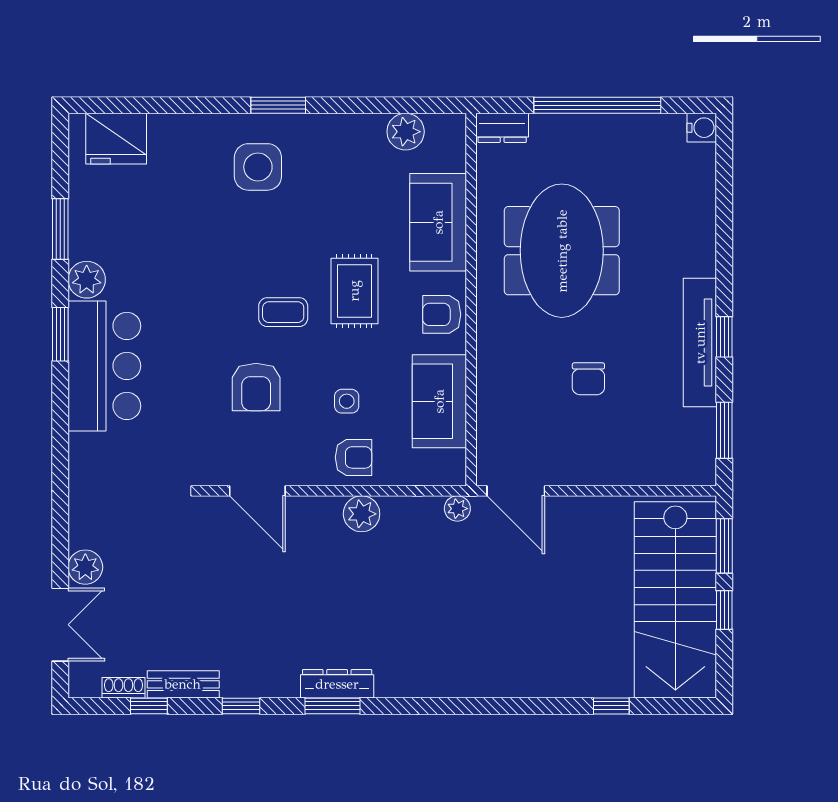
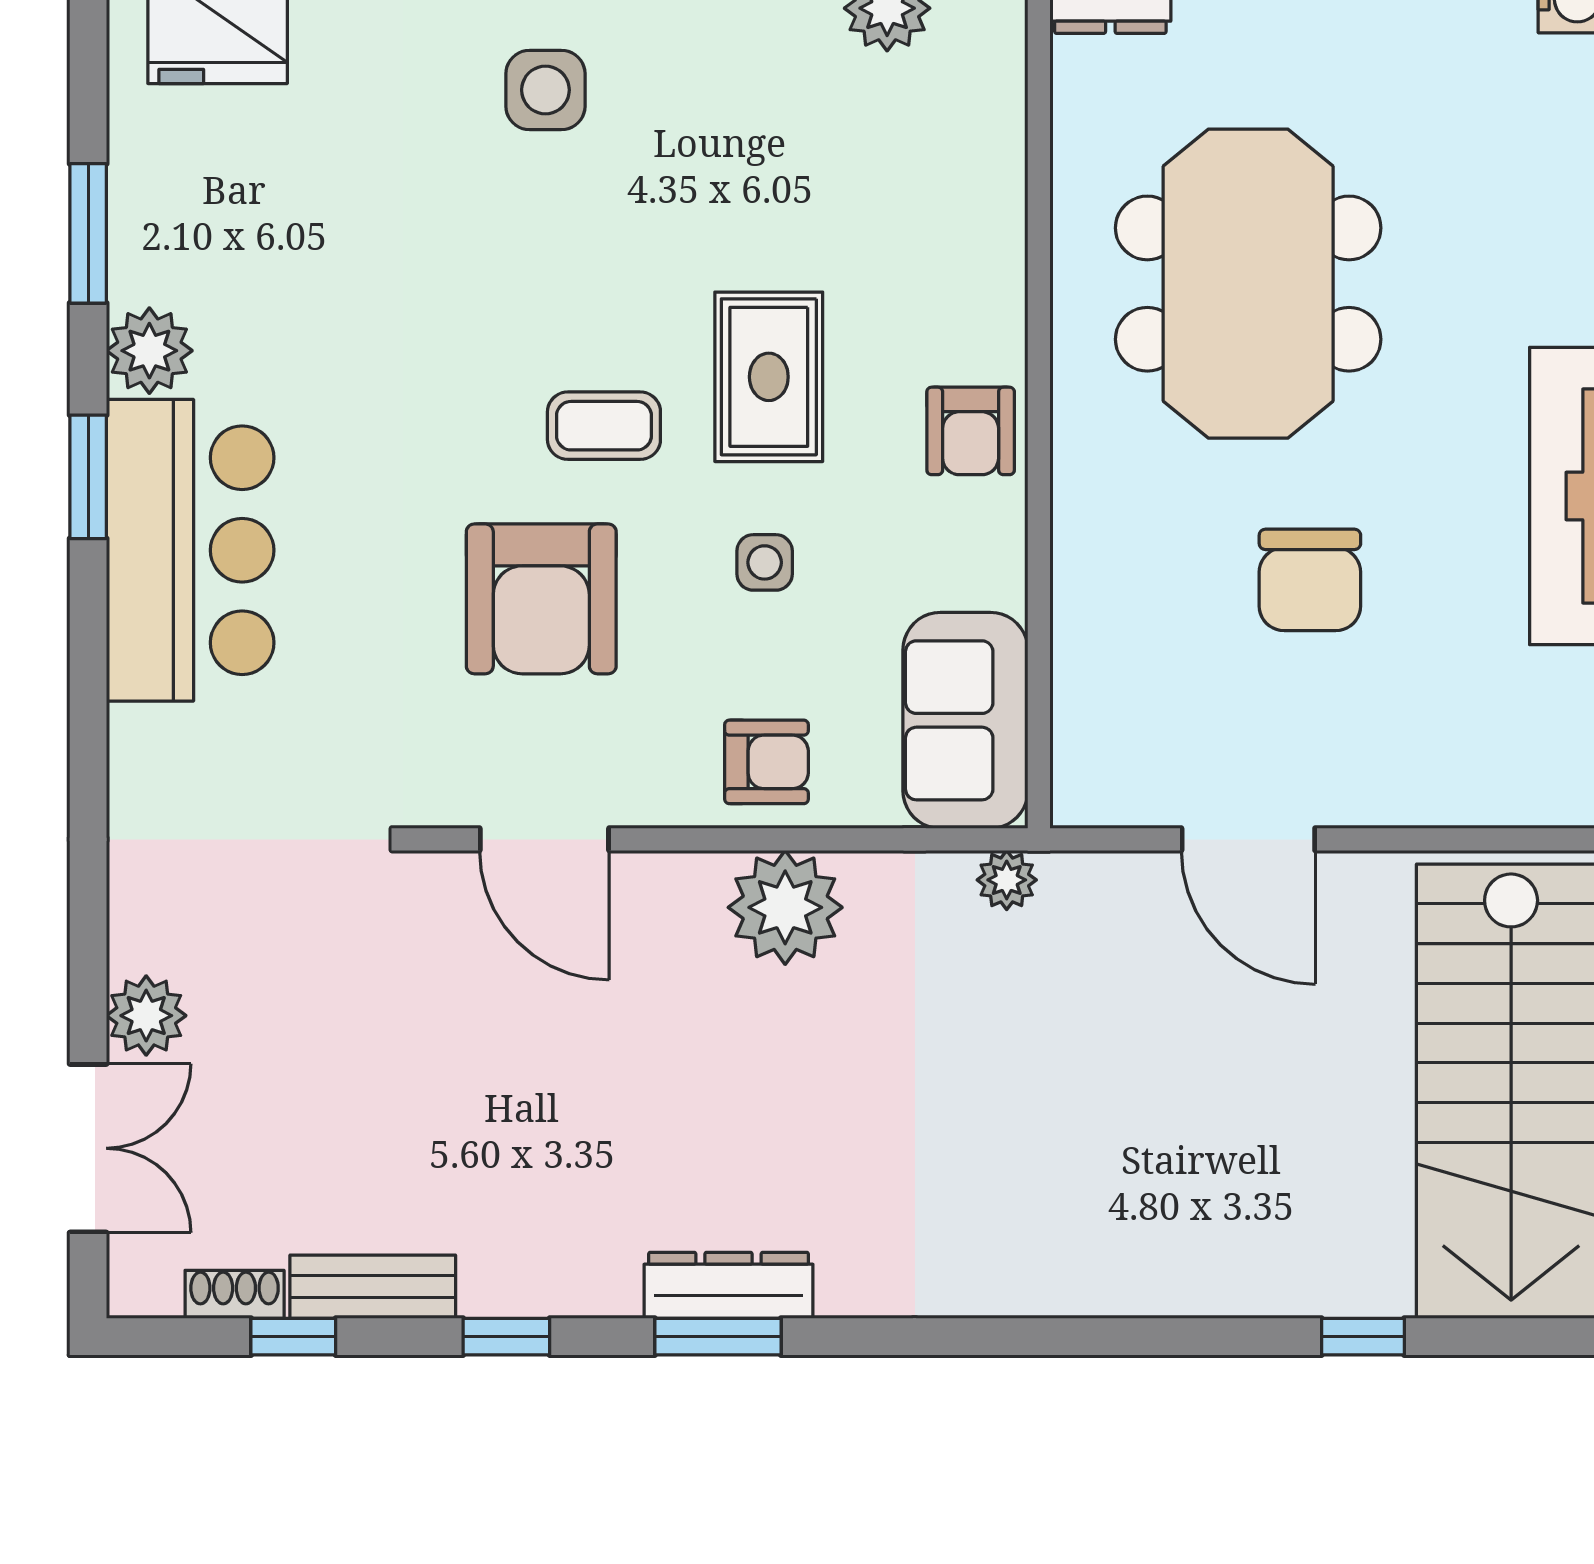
side table: (258, 167) -> (545, 90), width x0.73, depth x0.73
sofa: (438, 222) -> (962, 218), removed
armchair: (442, 314) -> (971, 431), turned -90
chair: (588, 379) -> (1310, 580), width x1.37, depth x1.37
armchair: (256, 387) -> (541, 599), width x1.36, depth x1.36
side table: (347, 401) -> (765, 562), moved
sofa: (439, 401) -> (965, 720), moved
door: (516, 491) -> (1248, 839), moved
plant: (362, 514) -> (785, 907), width x1.36, depth x1.36

